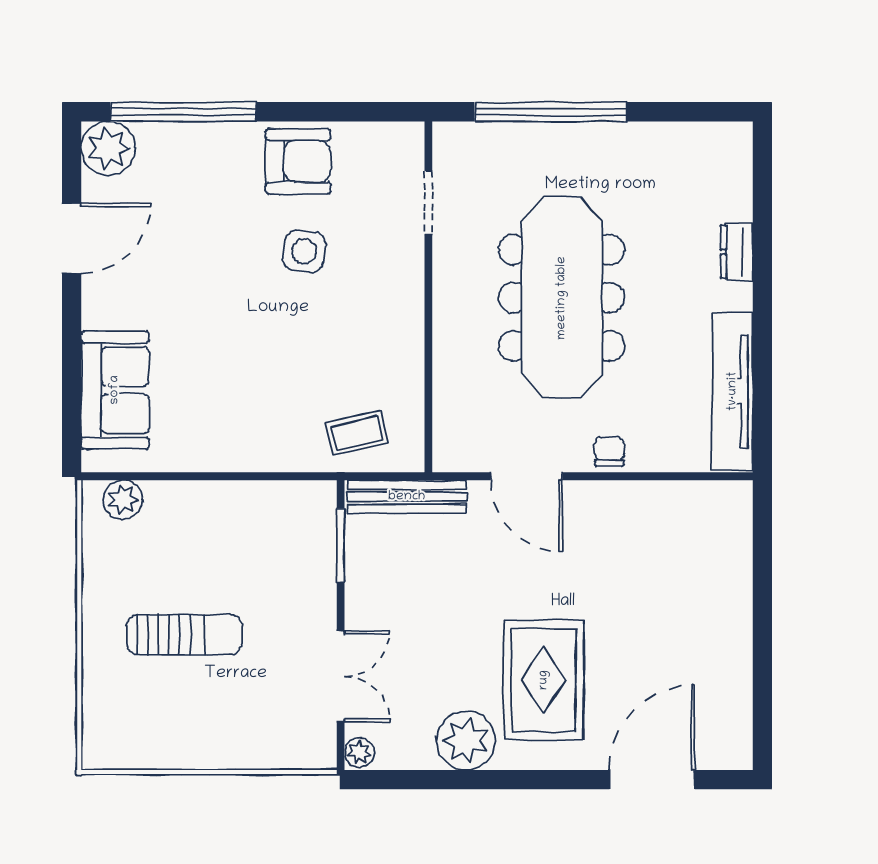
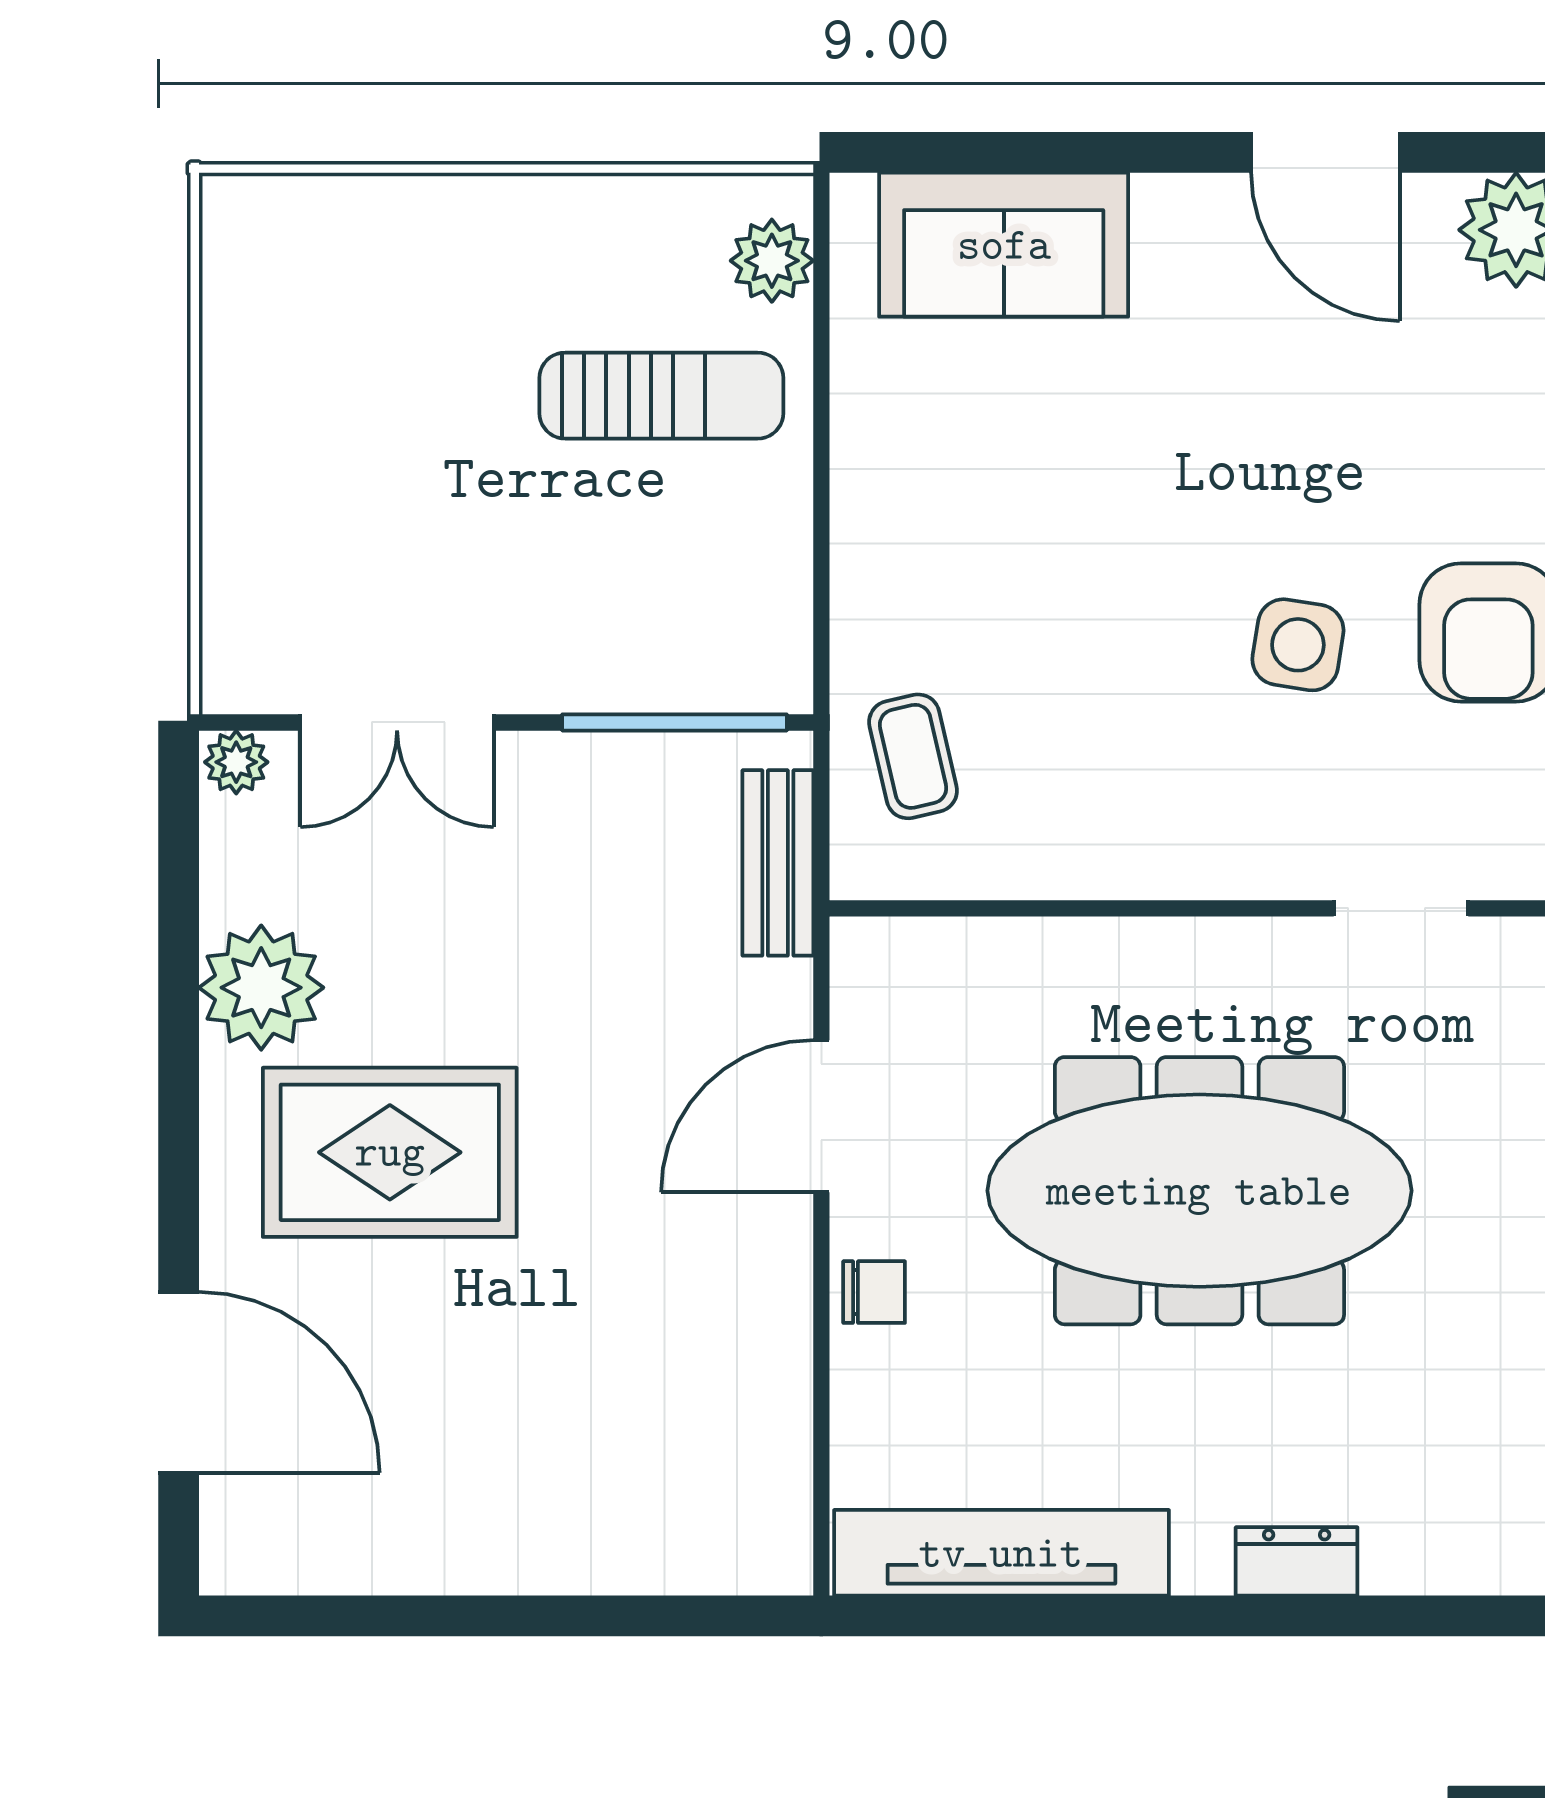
bench: (407, 497) -> (778, 863), width x0.73
window: (341, 546) -> (675, 722), width x1.44
sun lounger: (184, 635) -> (661, 396), moved, turned -90

